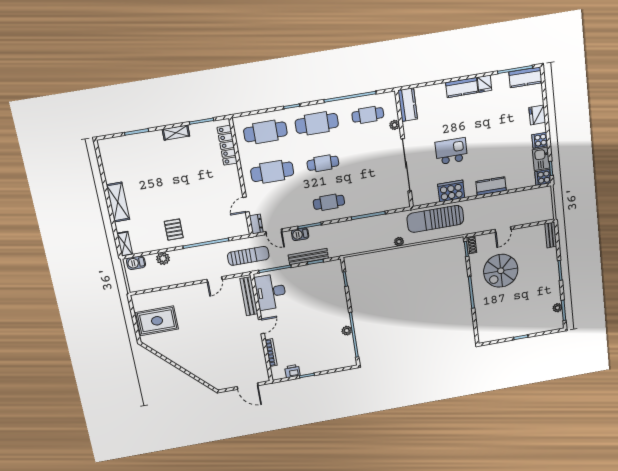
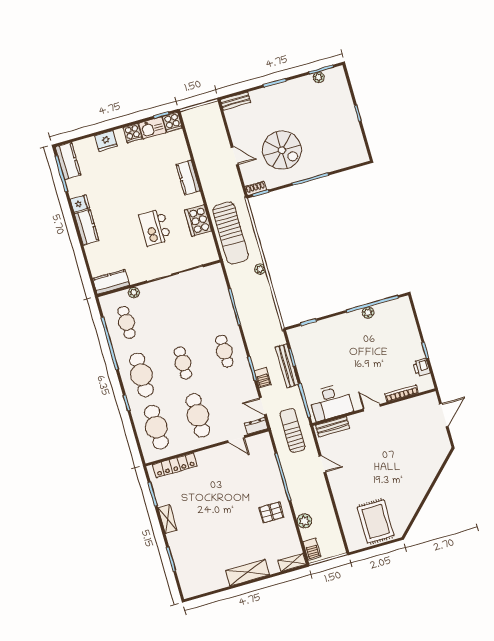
door: (274, 232) -> (263, 406), swing flipped
bench: (249, 296) -> (333, 427), width x0.73

